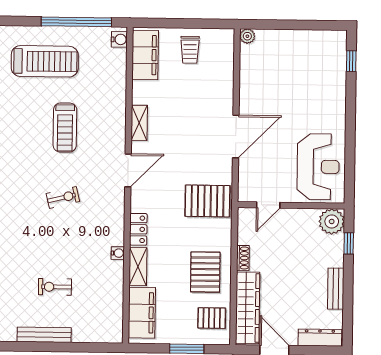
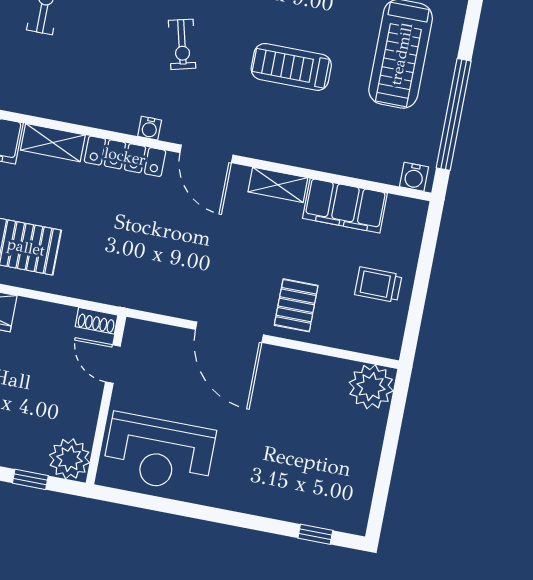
plant: (247, 36) -> (371, 387), width x1.87, depth x1.87
filing cabinet: (145, 55) -> (345, 206), moved
pallet: (208, 201) -> (296, 305), moved, width x0.67, depth x0.71
locker: (138, 229) -> (125, 156), width x1.53
water cooler: (118, 253) -> (150, 128), moved
shoe rack: (243, 258) -> (97, 321), moved

